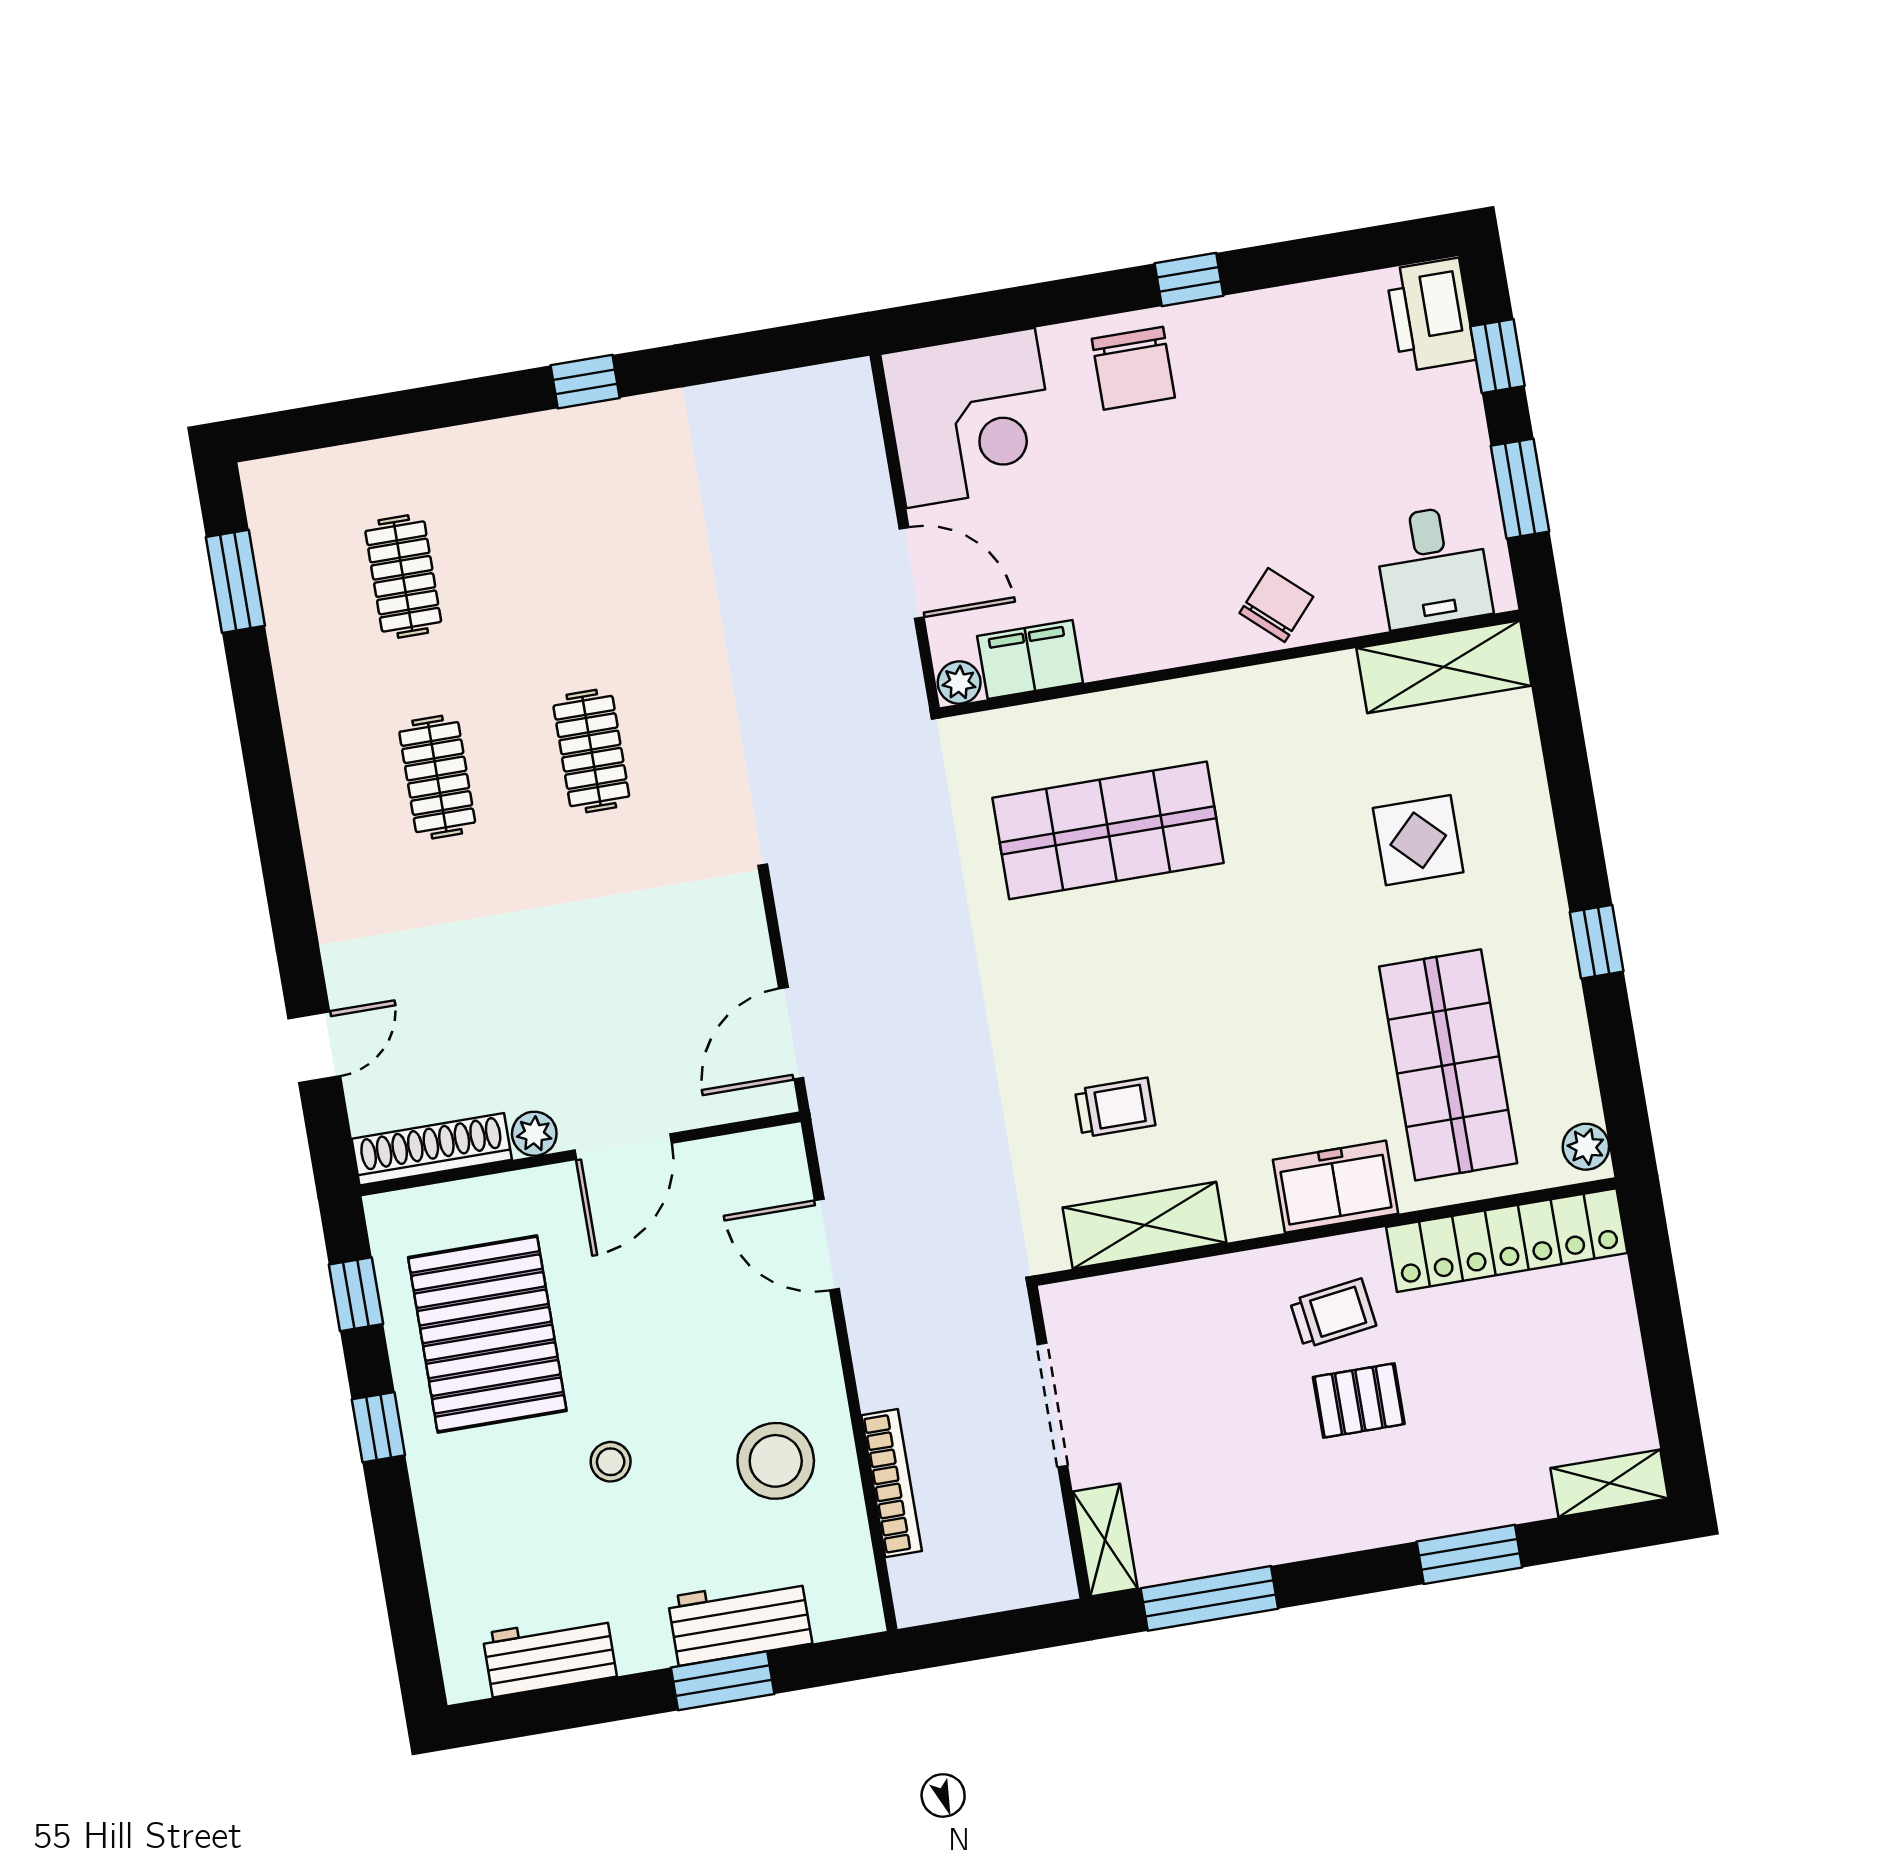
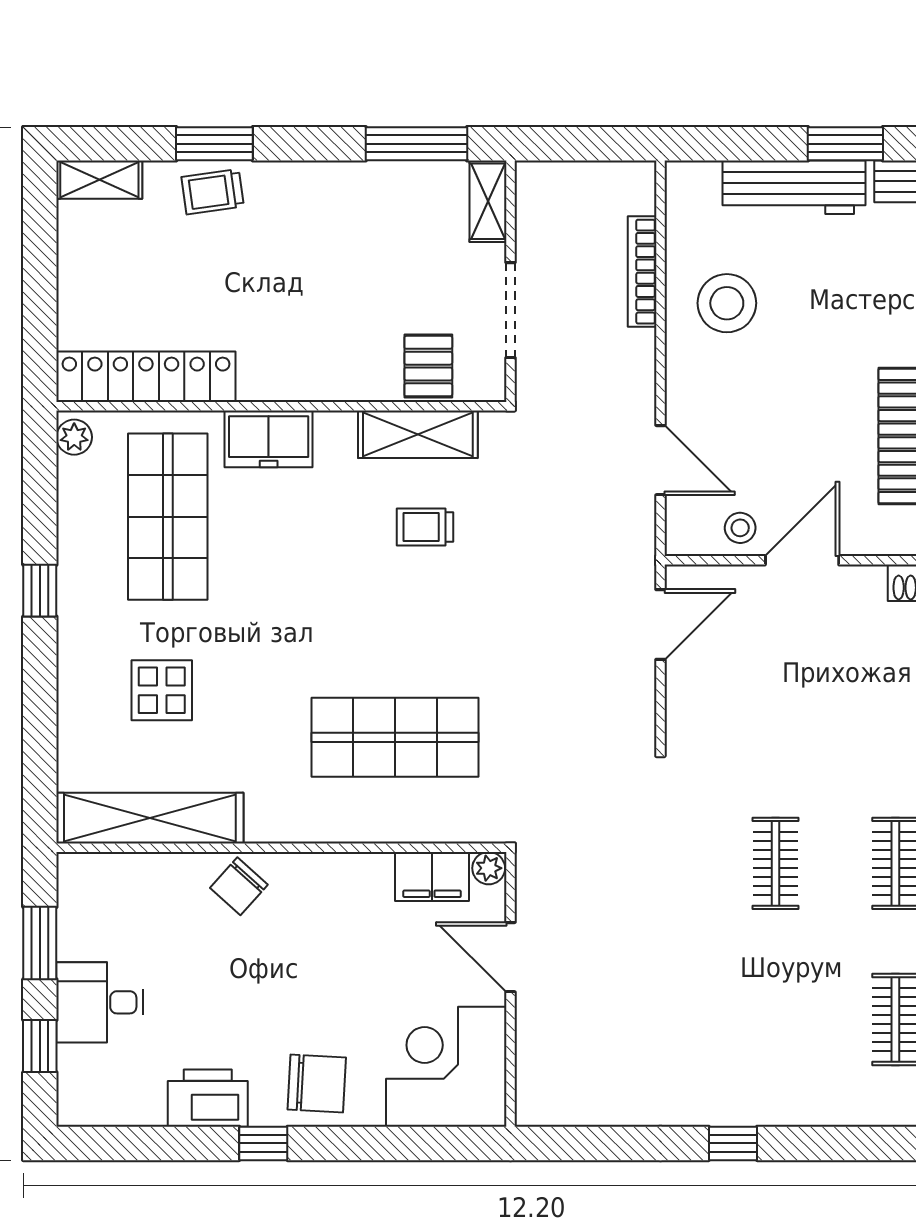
printer: (1431, 315) -> (208, 1098), moved, turned -90
chair: (1133, 368) -> (317, 1084), turned 93
desk: (1433, 567) -> (100, 1002), moved, turned -90
shelving: (1444, 667) -> (150, 818), width x1.47
plant: (534, 1134) -> (868, 581), removed
trolley: (1333, 1313) -> (213, 192), moved
pallet: (1359, 1401) -> (428, 366), moved, turned 90
stool: (611, 1462) -> (740, 528), moved
workbench: (740, 1620) -> (794, 187), width x1.38
window: (723, 1681) -> (845, 144), moved

